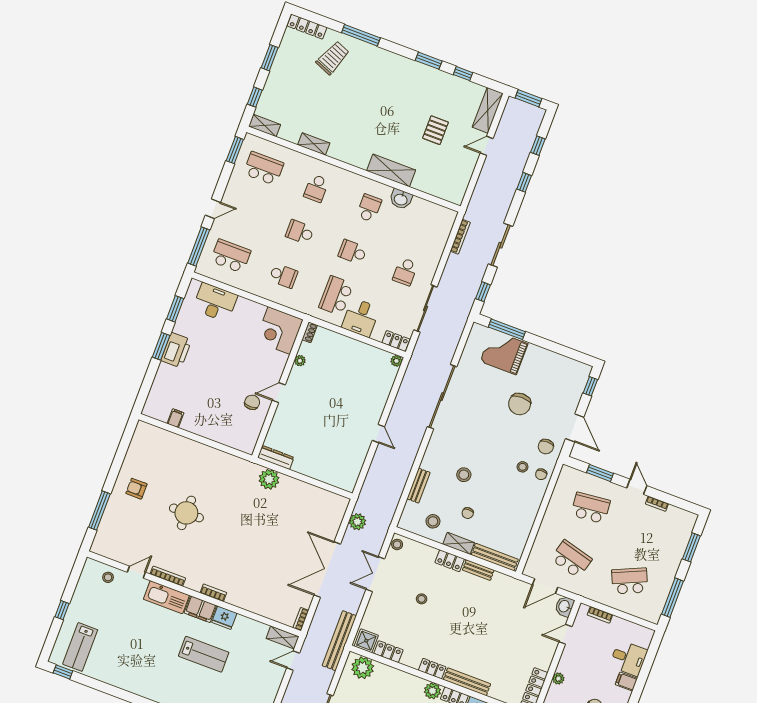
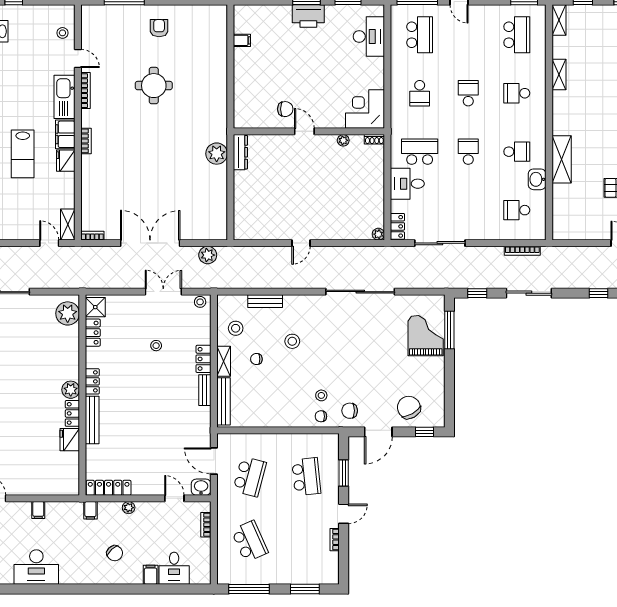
school desk: (405, 272) -> (517, 210), moved
chair: (520, 404) -> (409, 407), moved, turned 60
bench: (339, 641) -> (85, 281), removed

